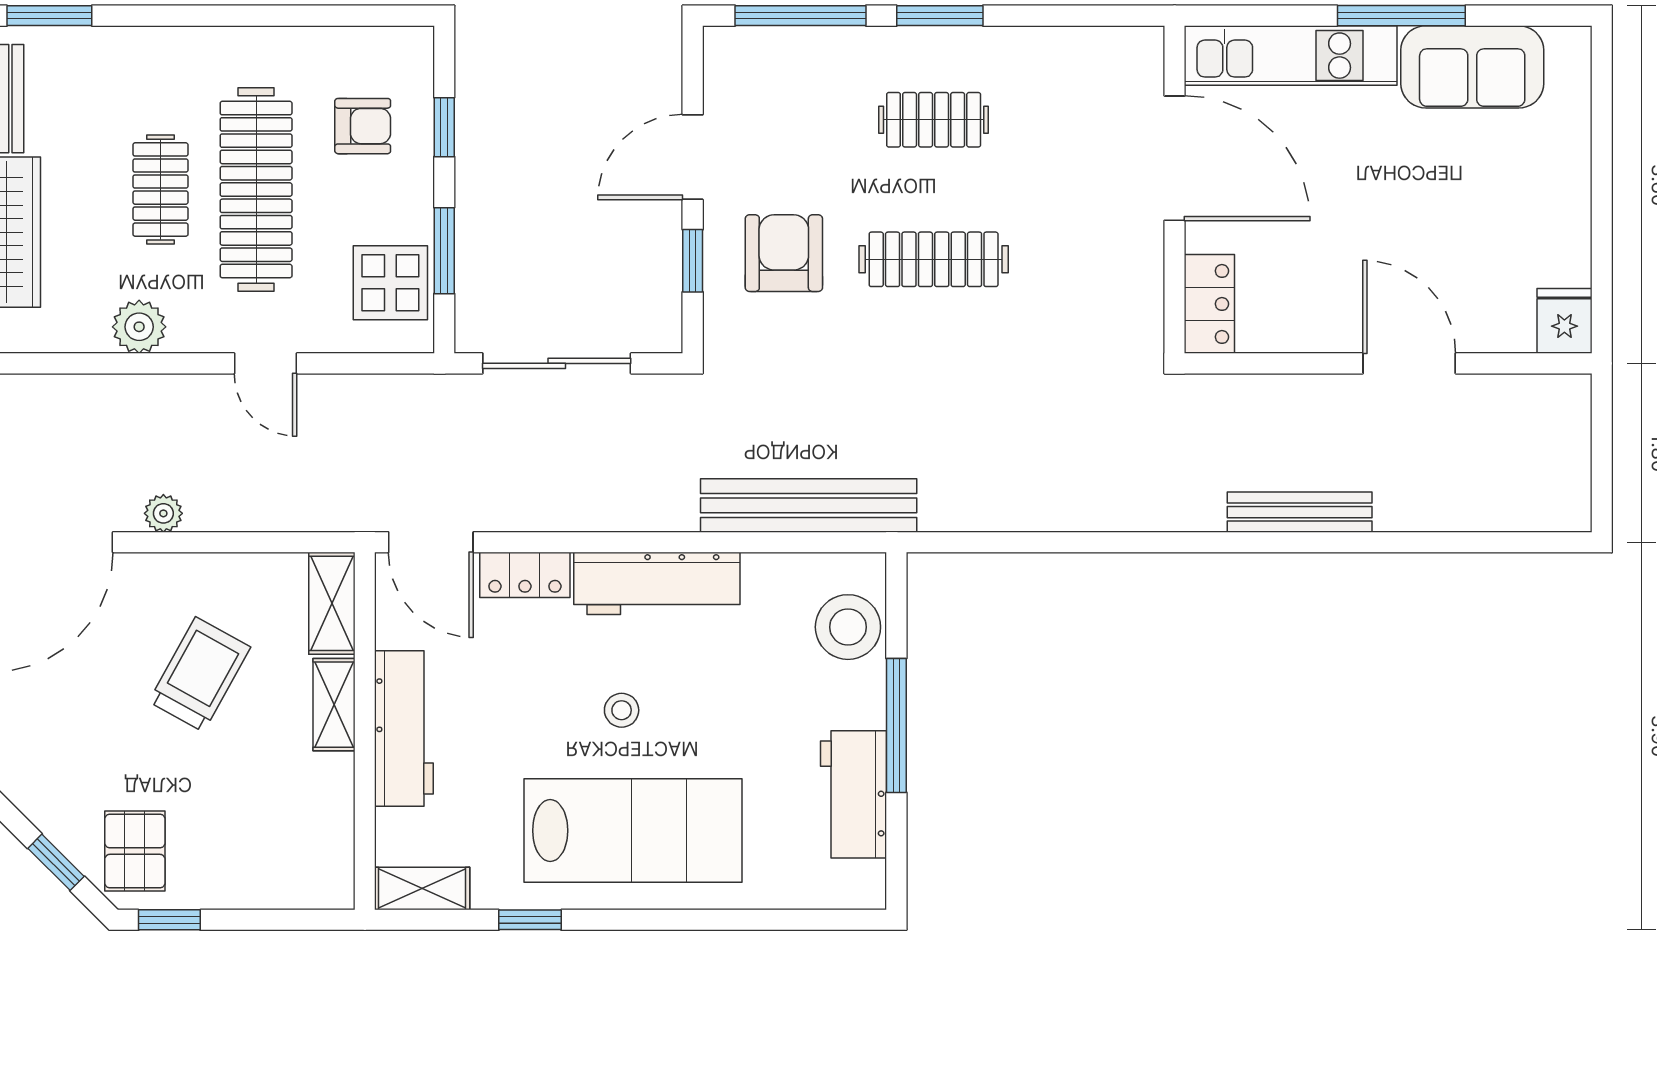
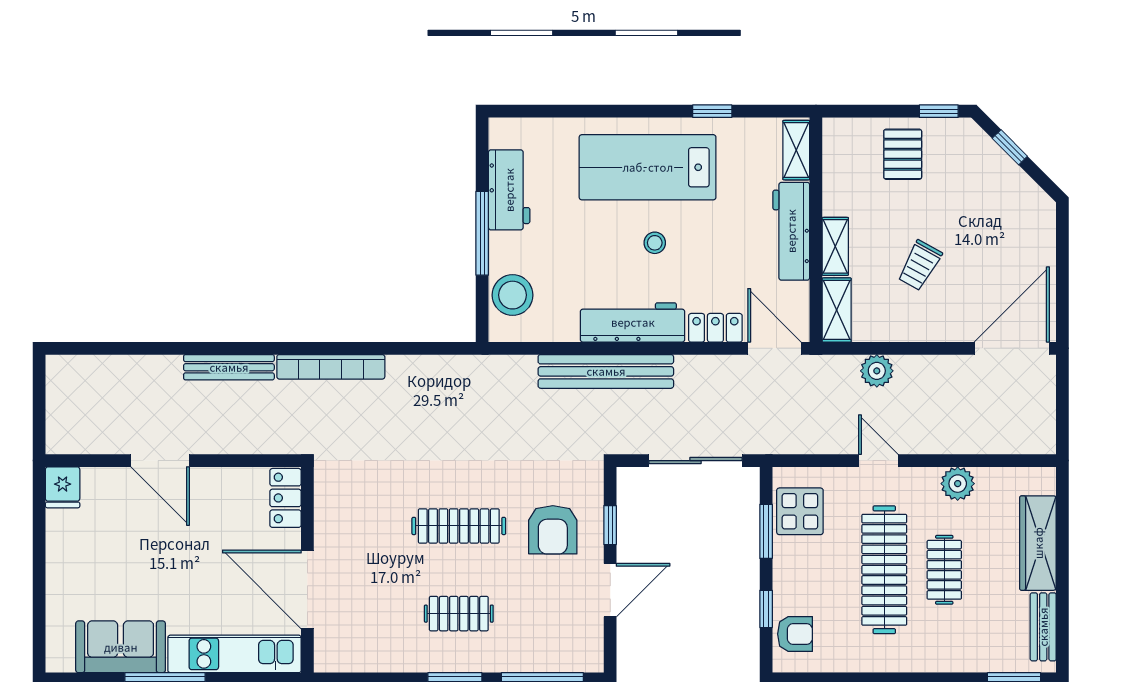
armchair: (363, 126) -> (795, 634), moved, turned 180
bench: (809, 505) -> (606, 371), moved
plant: (163, 513) -> (877, 371), moved, width x1.38, depth x1.38
bookcase: (1137, 513) -> (331, 367), added
trolley: (200, 674) -> (920, 265), width x0.73, depth x0.72
pallet: (135, 851) -> (903, 154), moved
shelving: (422, 889) -> (796, 150), moved, turned 90

